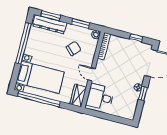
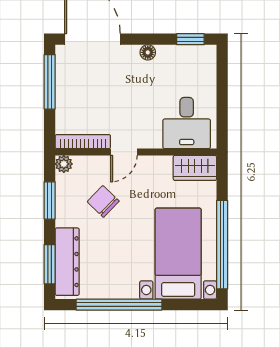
window: (136, 38) -> (50, 82), width x2.17
door: (92, 74) -> (124, 152), moved
window: (143, 94) -> (190, 39), moved

